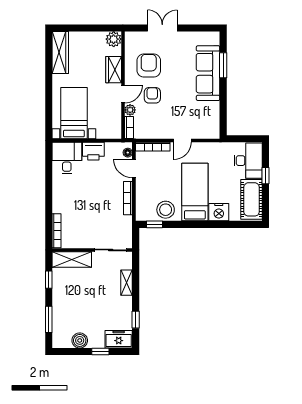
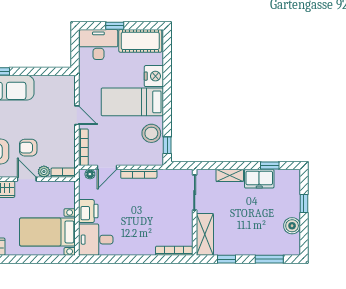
freezer: (119, 339) -> (259, 179), moved, turned -90

